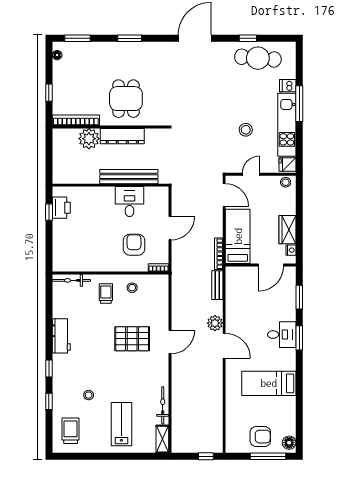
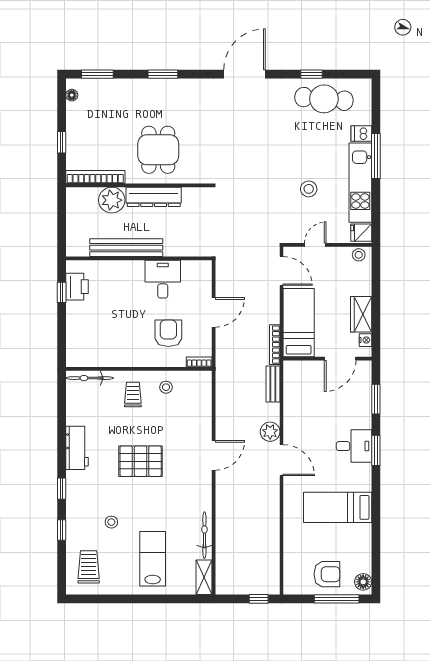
bench: (129, 177) -> (126, 248), moved
pallet: (132, 339) -> (141, 461), moved

